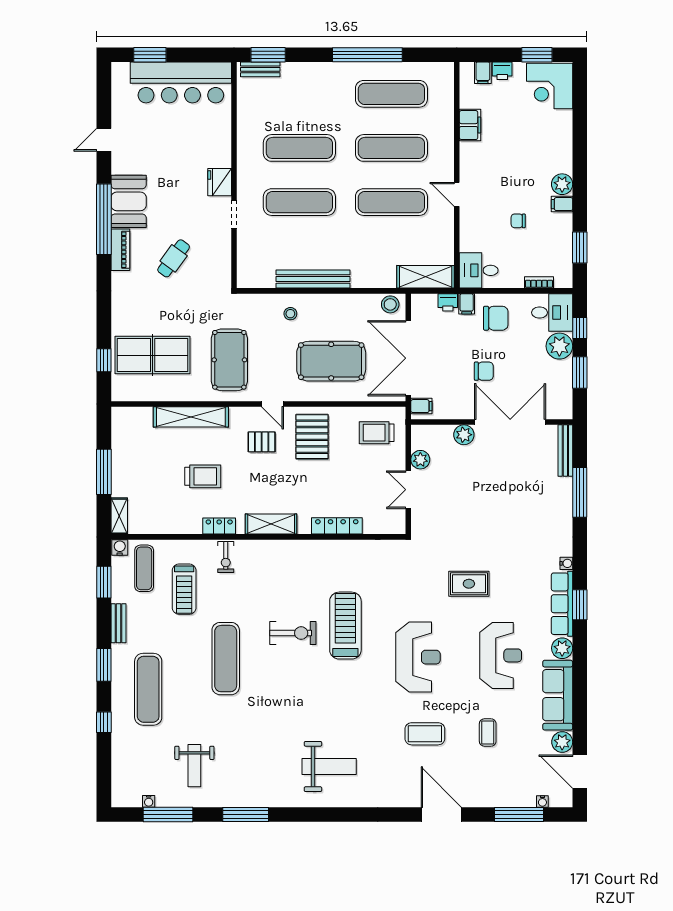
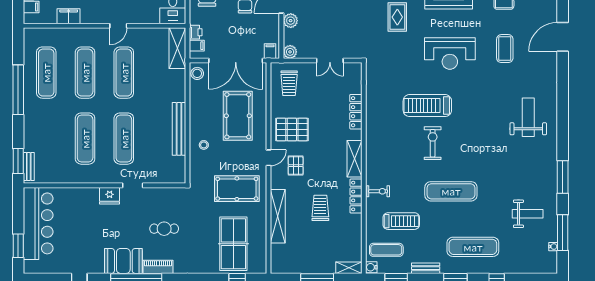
cafe table: (174, 258) -> (164, 229), turned -36
filing cabinet: (467, 304) -> (197, 46), moved
plant: (420, 460) -> (290, 52), moved
locker: (219, 526) -> (356, 196), width x1.53
reception desk: (418, 657) -> (450, 54), turned 180

